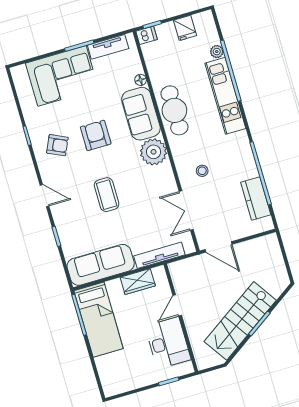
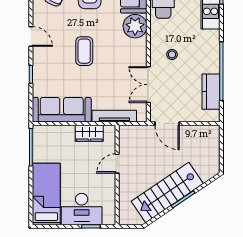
bed: (99, 320) -> (46, 194), moved, turned 180
desk: (168, 343) -> (82, 209), moved, turned 90

